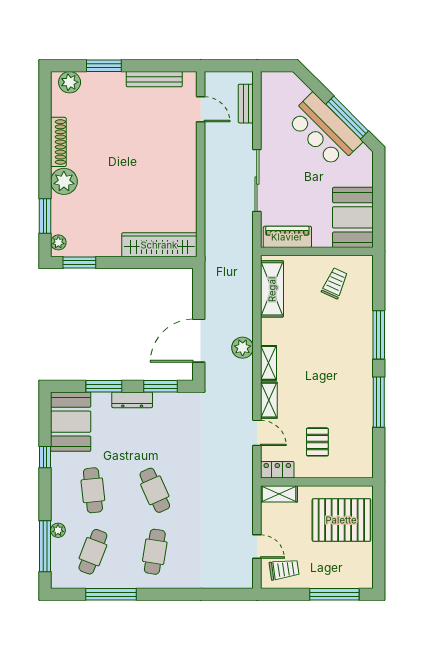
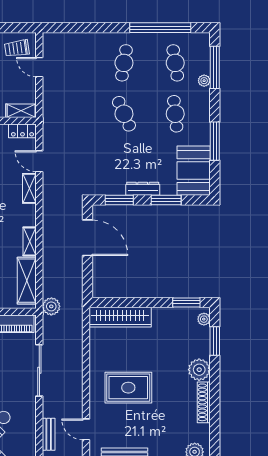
rug: (150, 160) -> (128, 388), added
door: (199, 341) -> (87, 238), hinge flipped
plant: (243, 348) -> (51, 306), moved
shelving: (269, 363) -> (30, 241), moved
window: (45, 457) -> (215, 141), width x2.17
cafe table: (93, 552) -> (175, 63), turned -30
window: (111, 594) -> (160, 28), width x1.46

